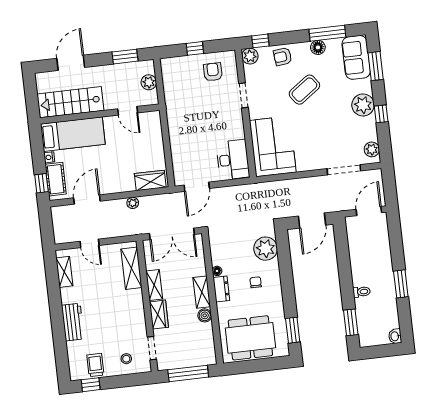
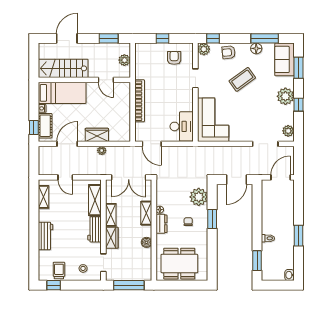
bookcase: (174, 133) -> (140, 101), added
wardrobe: (150, 180) -> (97, 135), moved
door: (197, 187) -> (152, 144), hinge flipped
shelving: (202, 292) -> (146, 213), moved
workbench: (135, 306) -> (95, 229), added
window: (293, 330) -> (212, 219), moved

